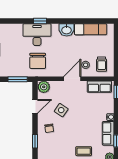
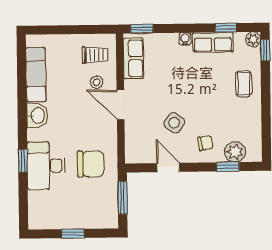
plant: (44, 87) -> (235, 152), moved

